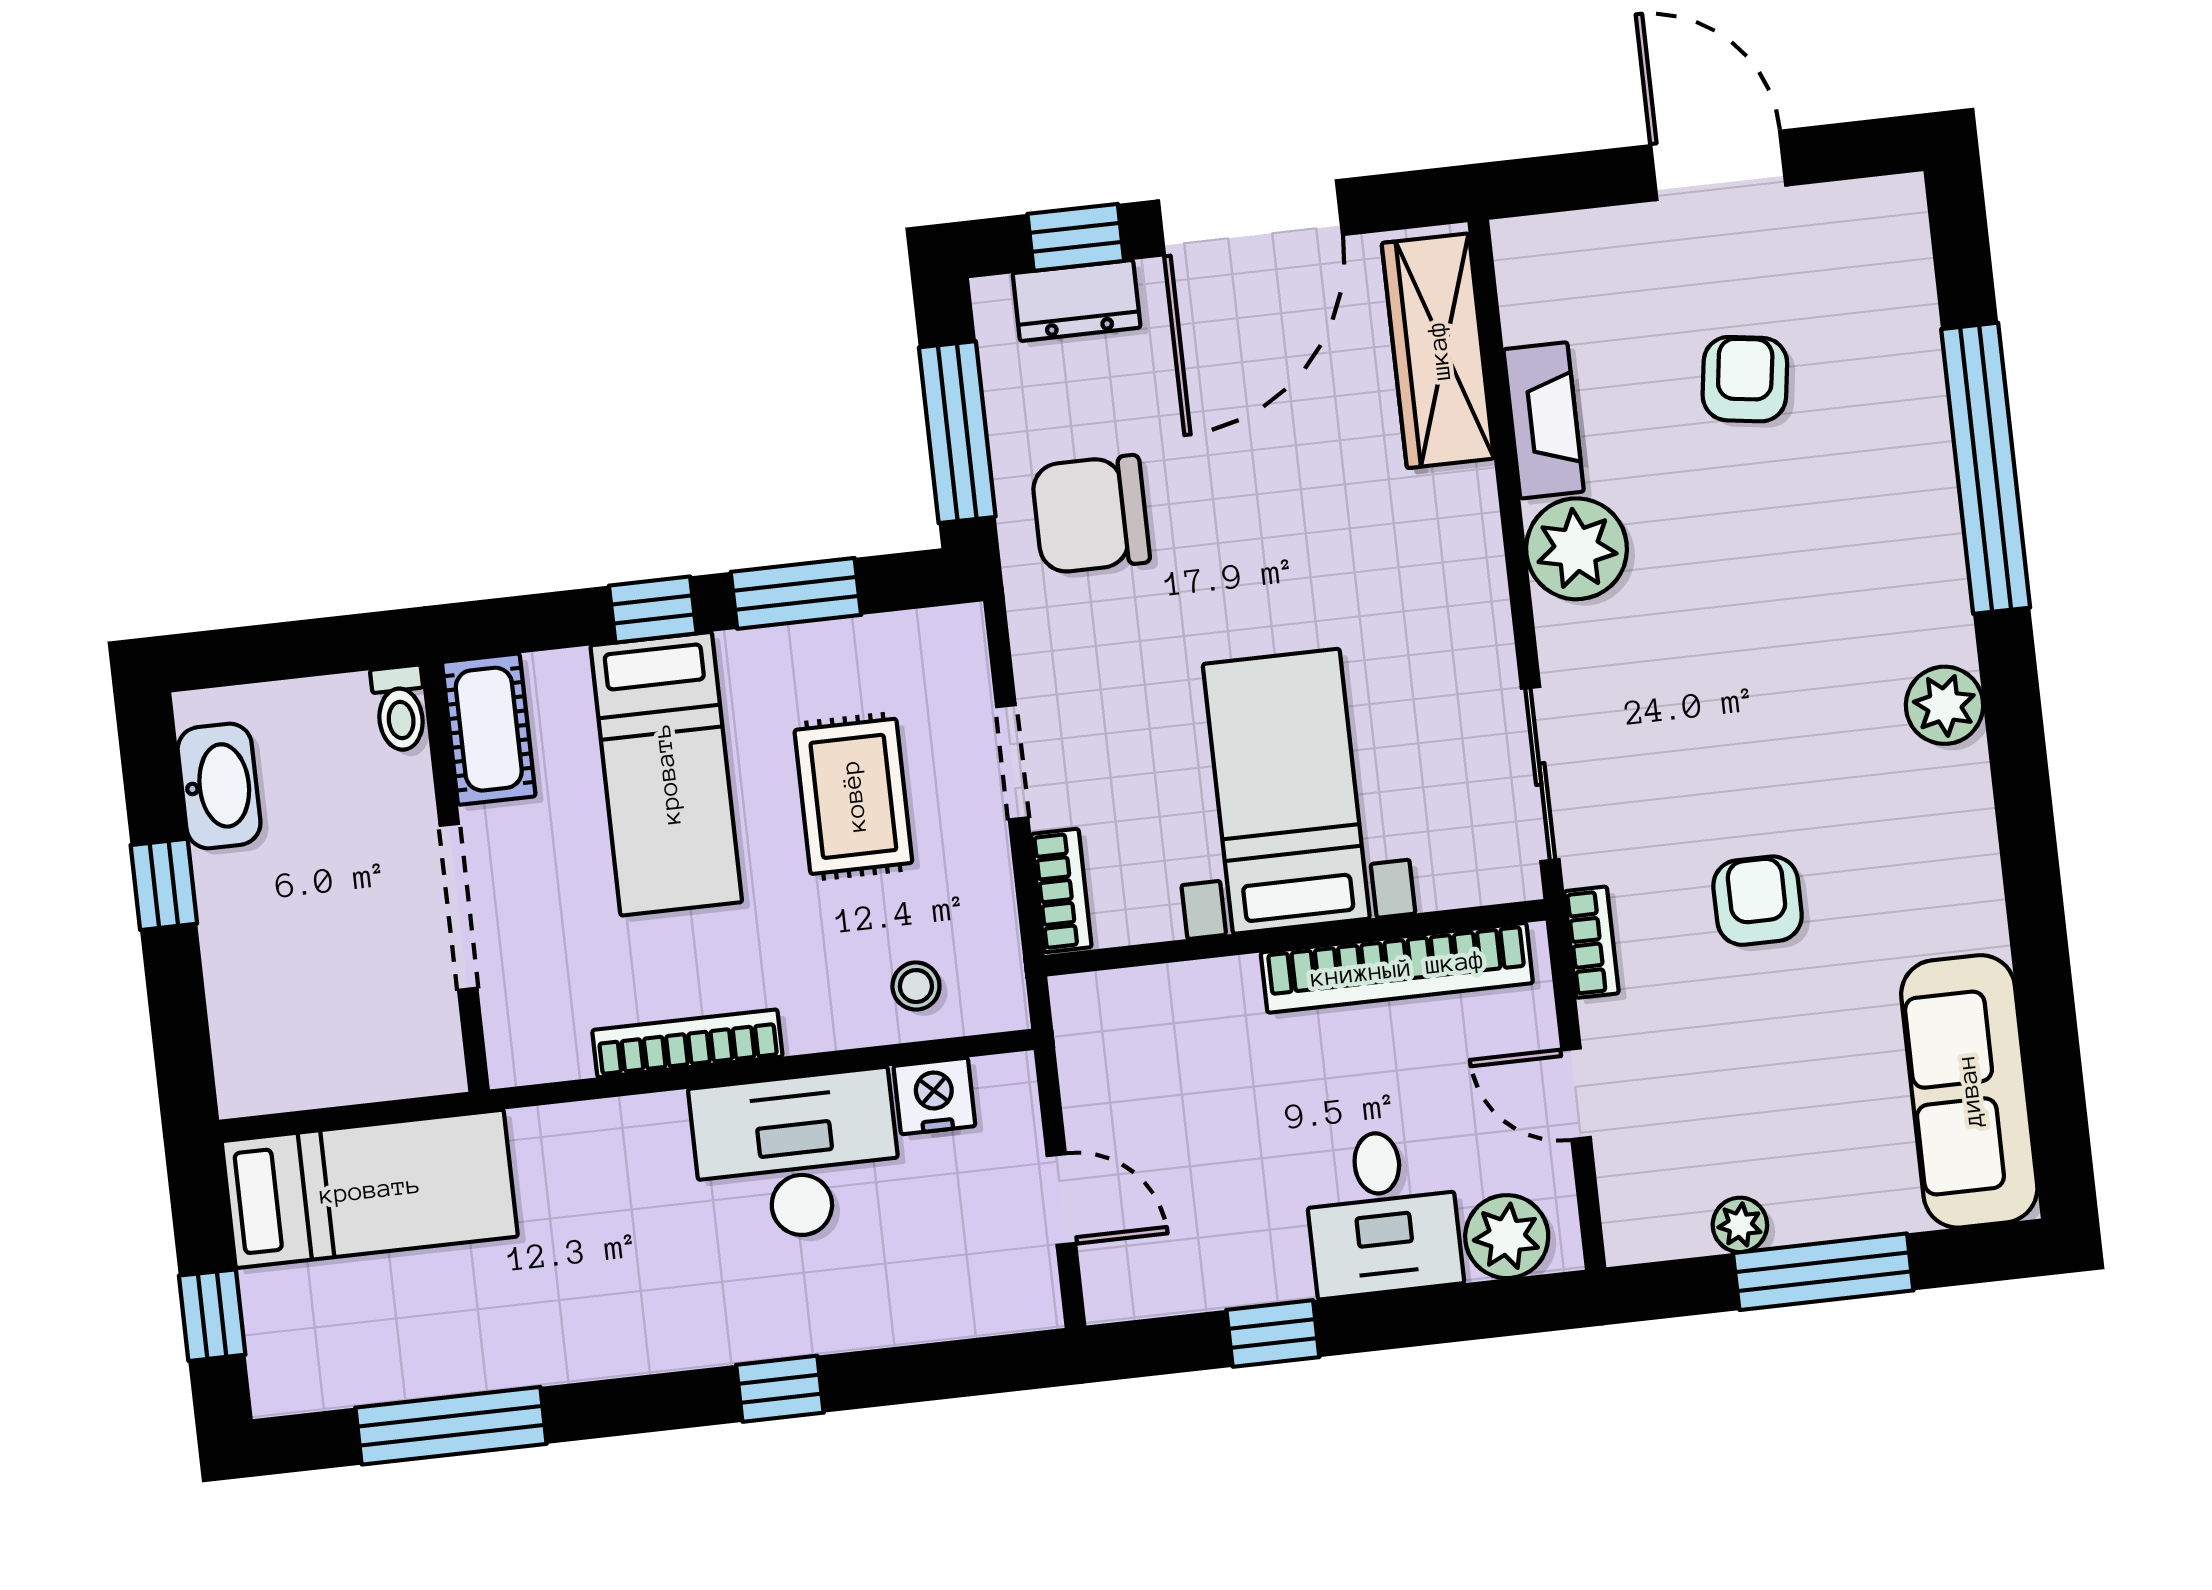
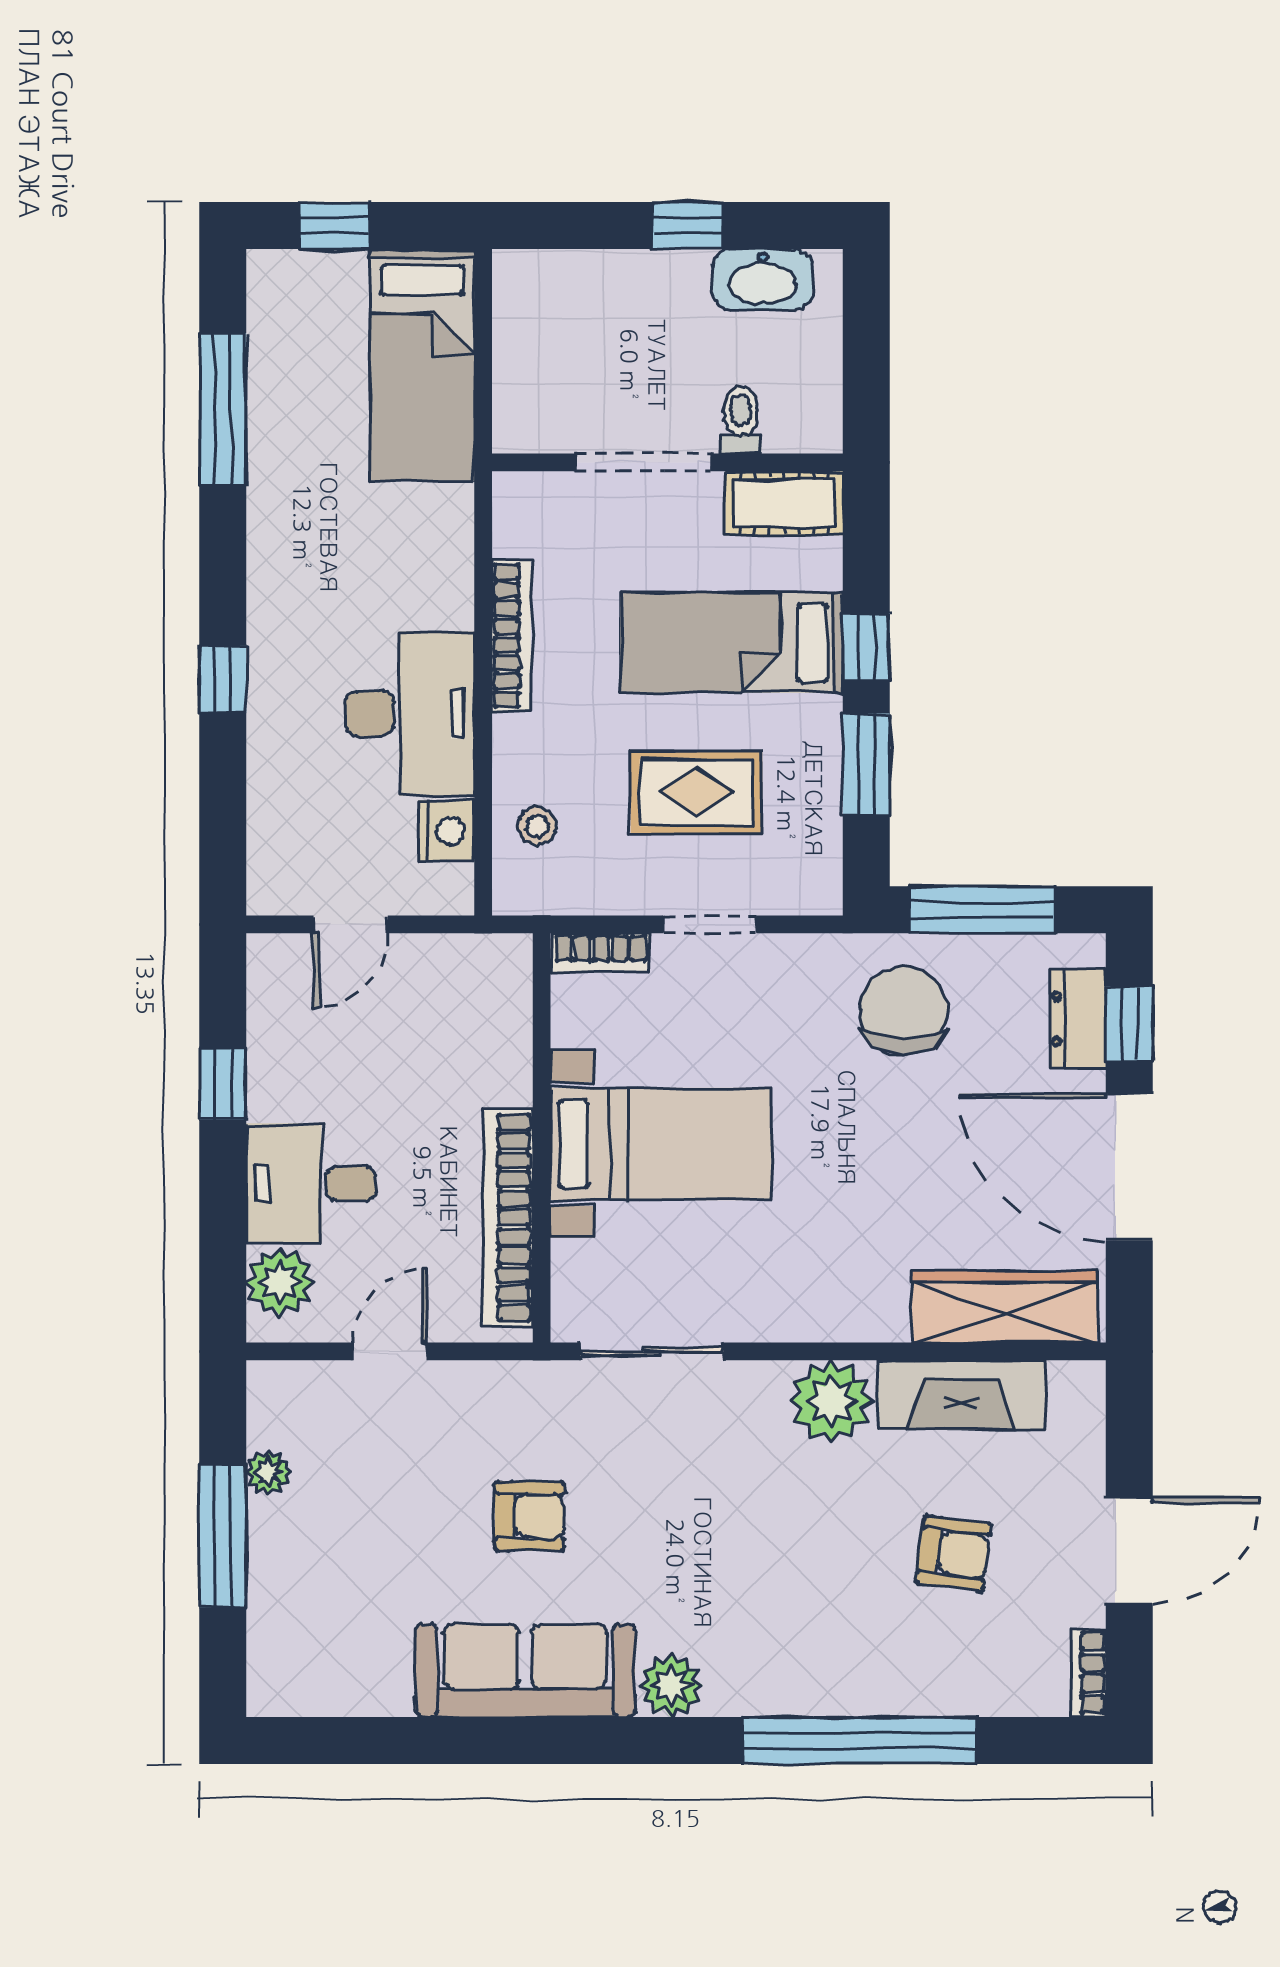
fireplace: (1544, 420) -> (961, 1395), width x1.37, depth x1.32
toilet: (400, 708) -> (741, 420), moved, turned 90
bookcase: (1592, 942) -> (1088, 1673), moved, turned 90
sofa: (1969, 1091) -> (525, 1670), moved

